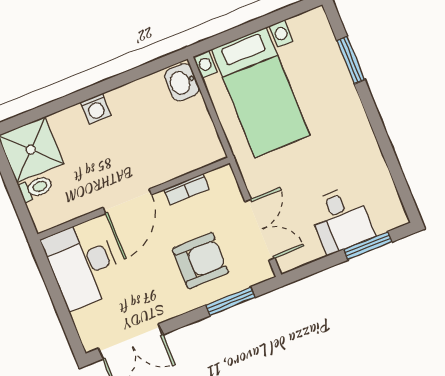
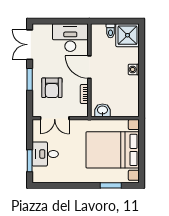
washbasin: (182, 82) -> (102, 110), moved
bed with nightstands: (261, 92) -> (113, 150), width x1.36
window: (230, 301) -> (30, 79), moved

